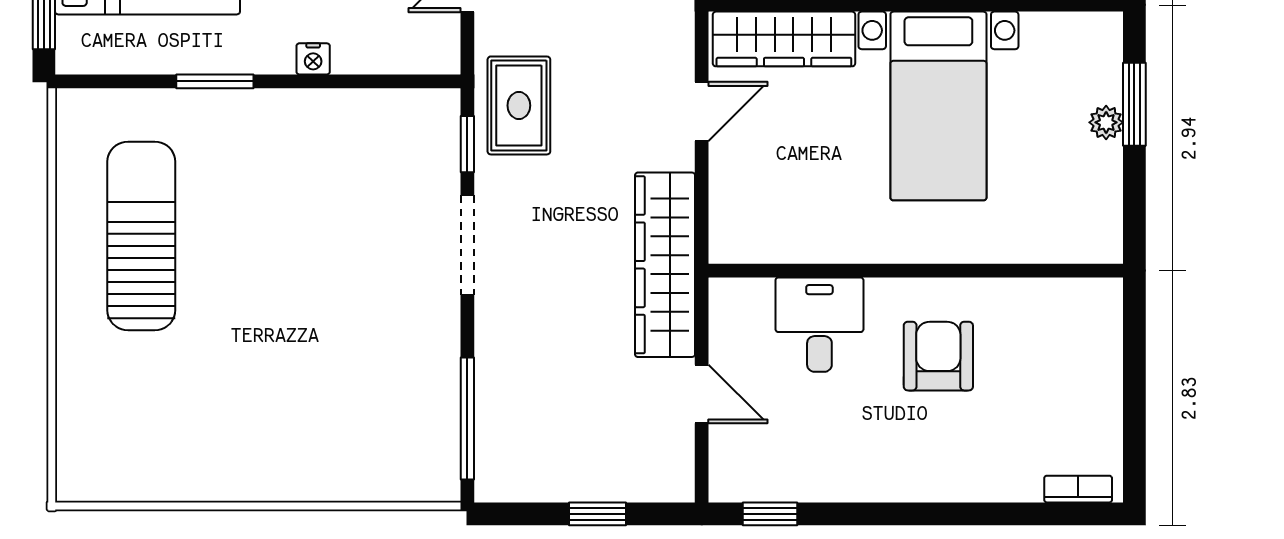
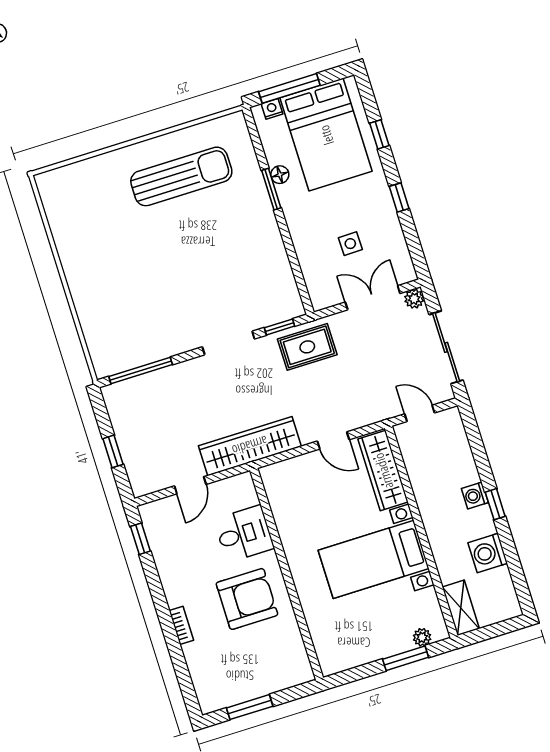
floor lamp: (194, 58) -> (280, 175), added
nightstand: (313, 59) -> (272, 109), moved, turned 90
plant: (1106, 122) -> (422, 637), moved
armchair: (938, 356) -> (247, 599), width x1.36, depth x1.36
window: (1134, 412) -> (250, 707), added
bookcase: (1078, 489) -> (181, 625), moved

